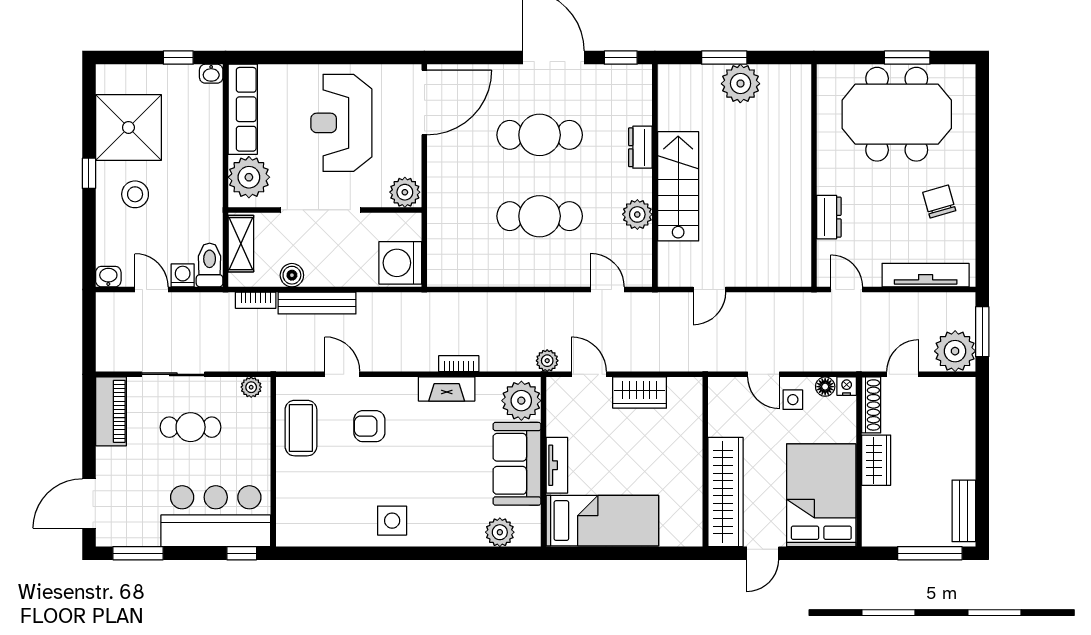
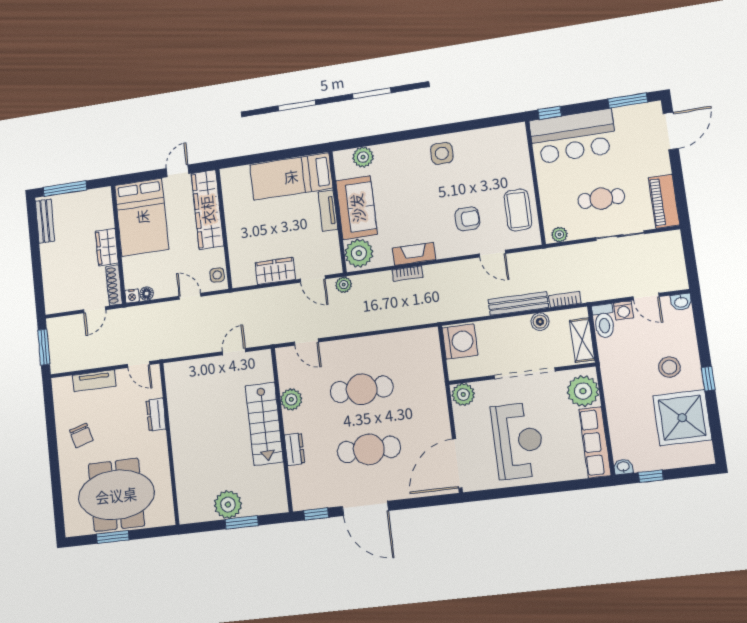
tv unit: (926, 275) -> (94, 381), width x0.71
plant: (955, 351) -> (61, 331), removed
side table: (793, 400) -> (217, 275), moved

